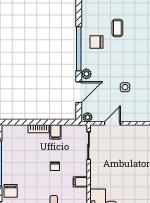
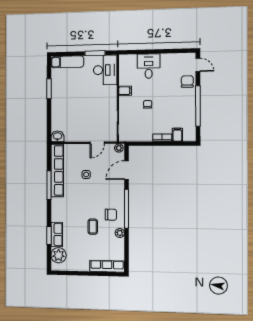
plant: (86, 74) -> (120, 233), moved
filing cabinet: (55, 132) -> (177, 135), moved

